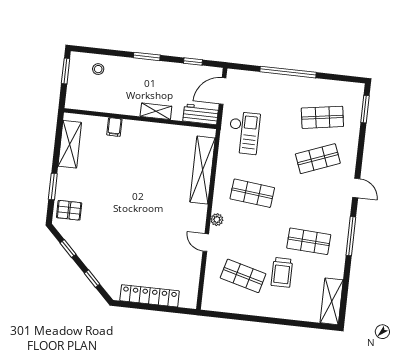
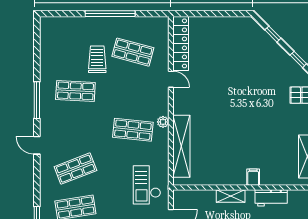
workbench: (201, 114) -> (271, 198), moved
filing cabinet: (114, 127) -> (253, 177), moved
plant: (217, 220) -> (163, 122), moved
locker: (150, 296) -> (181, 43), moved, turned -90
shelving: (332, 301) -> (48, 38), removed
window: (263, 320) -> (110, 14), added

